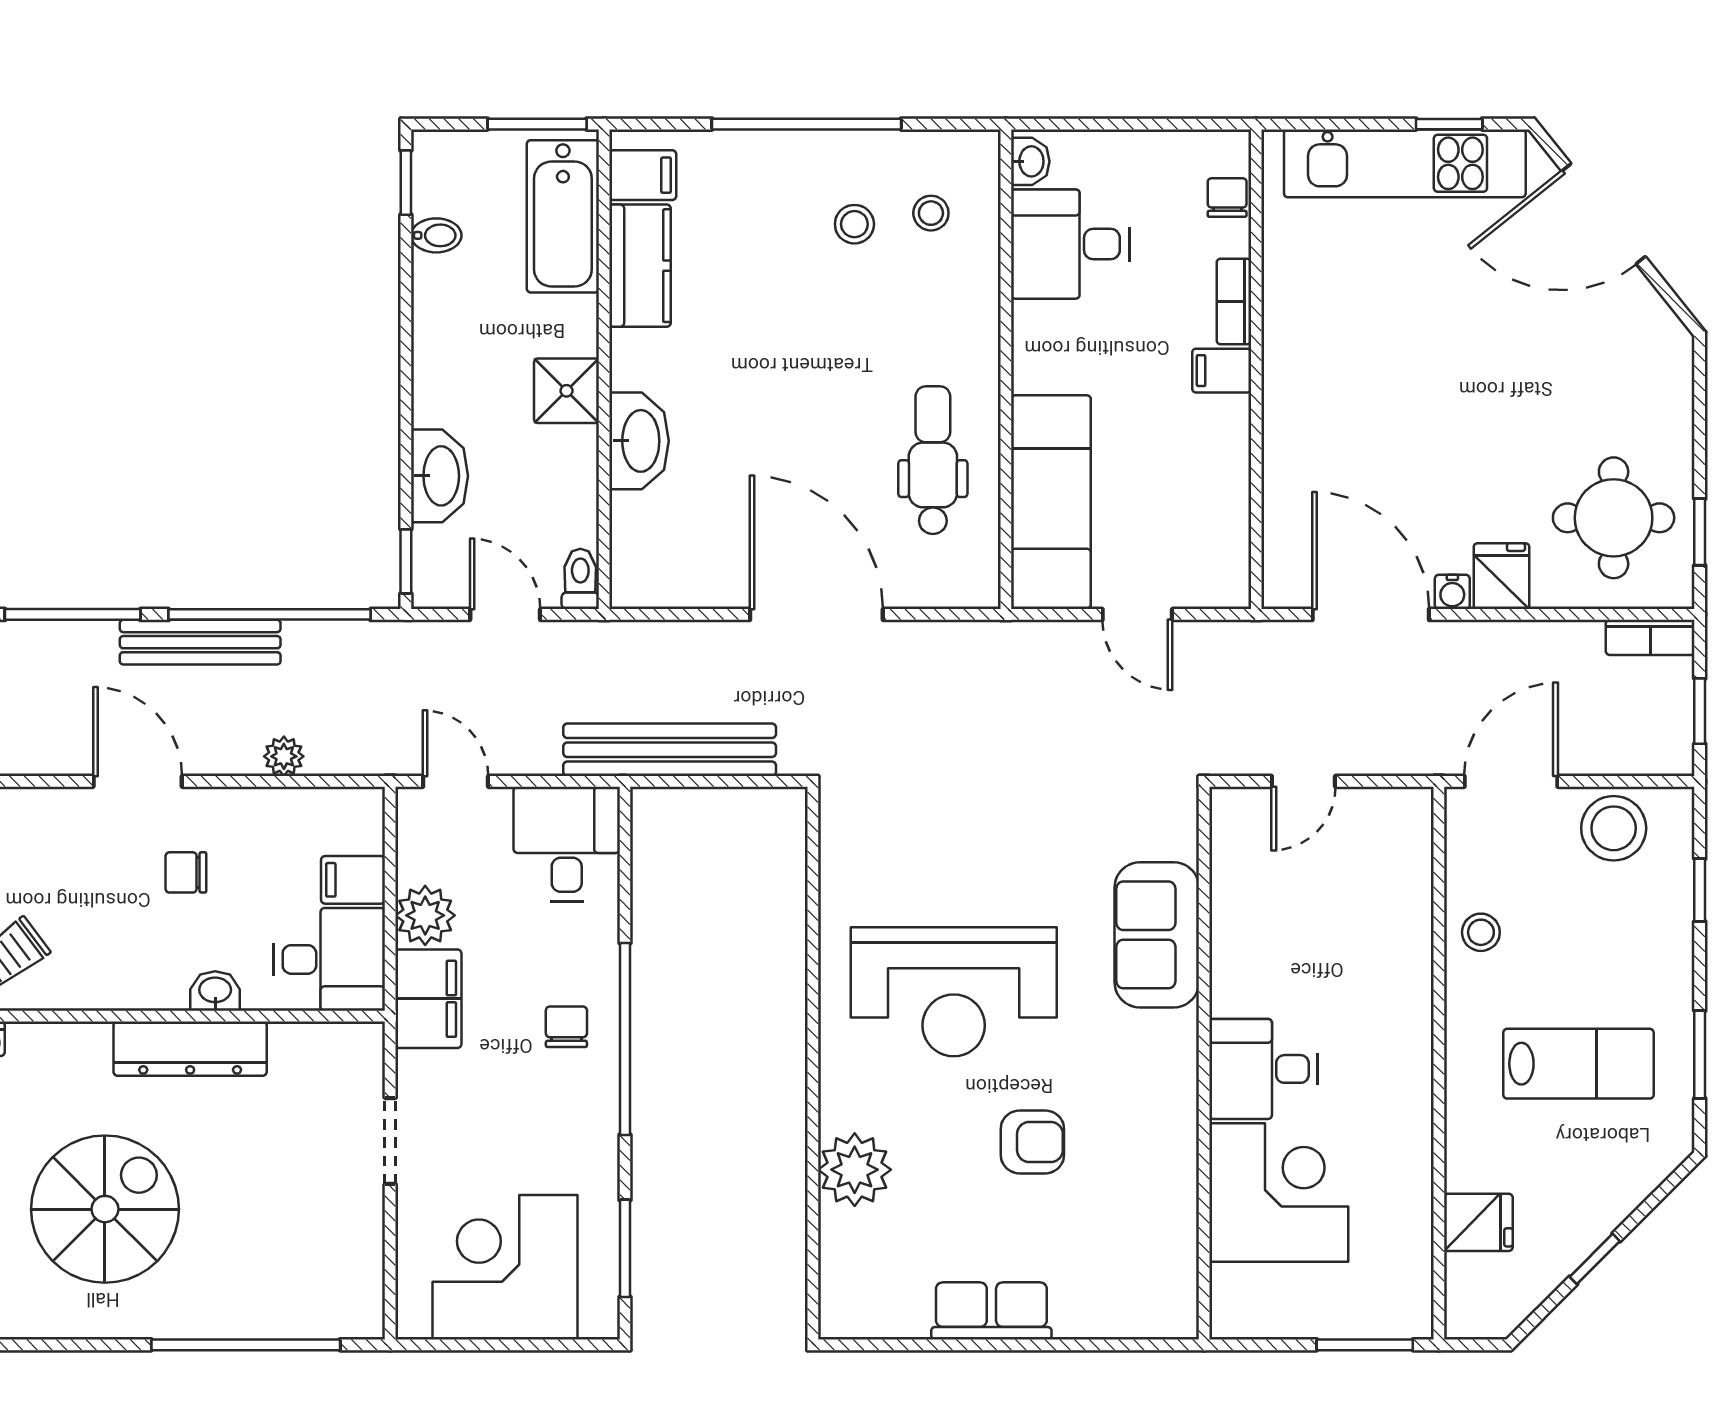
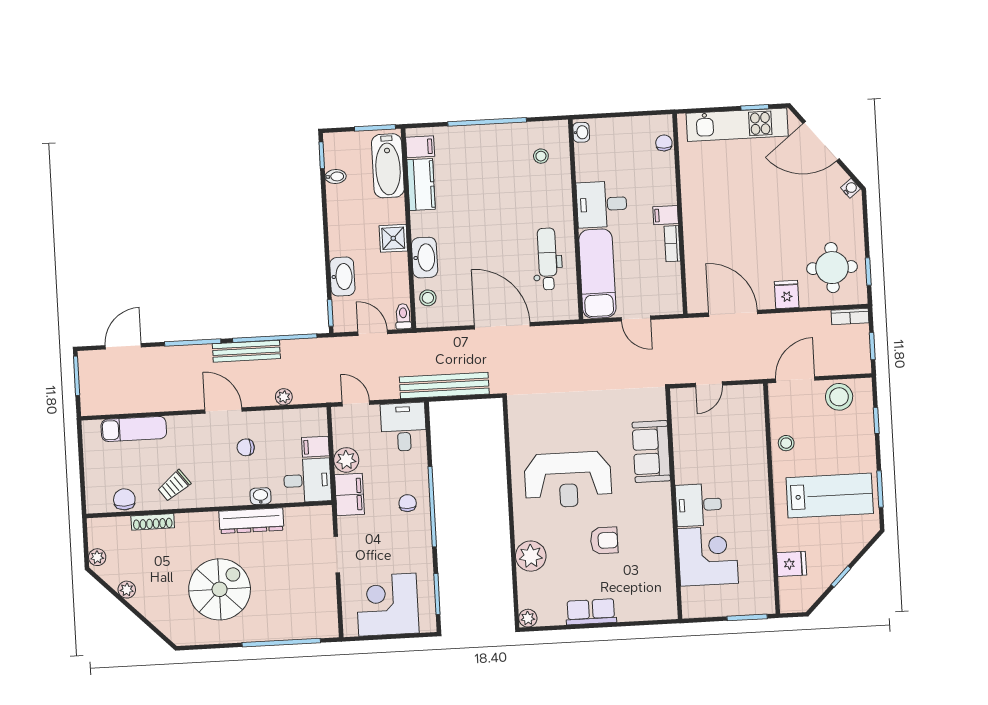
stool: (854, 224) -> (428, 298), moved
desk: (1070, 244) -> (602, 204), moved
bookcase: (1234, 302) -> (672, 244), moved
water cooler: (1452, 592) -> (850, 188), moved, turned -129
lab bench: (1578, 1064) -> (830, 496), width x1.36, depth x1.39
plant: (840, 1318) -> (528, 618), added

